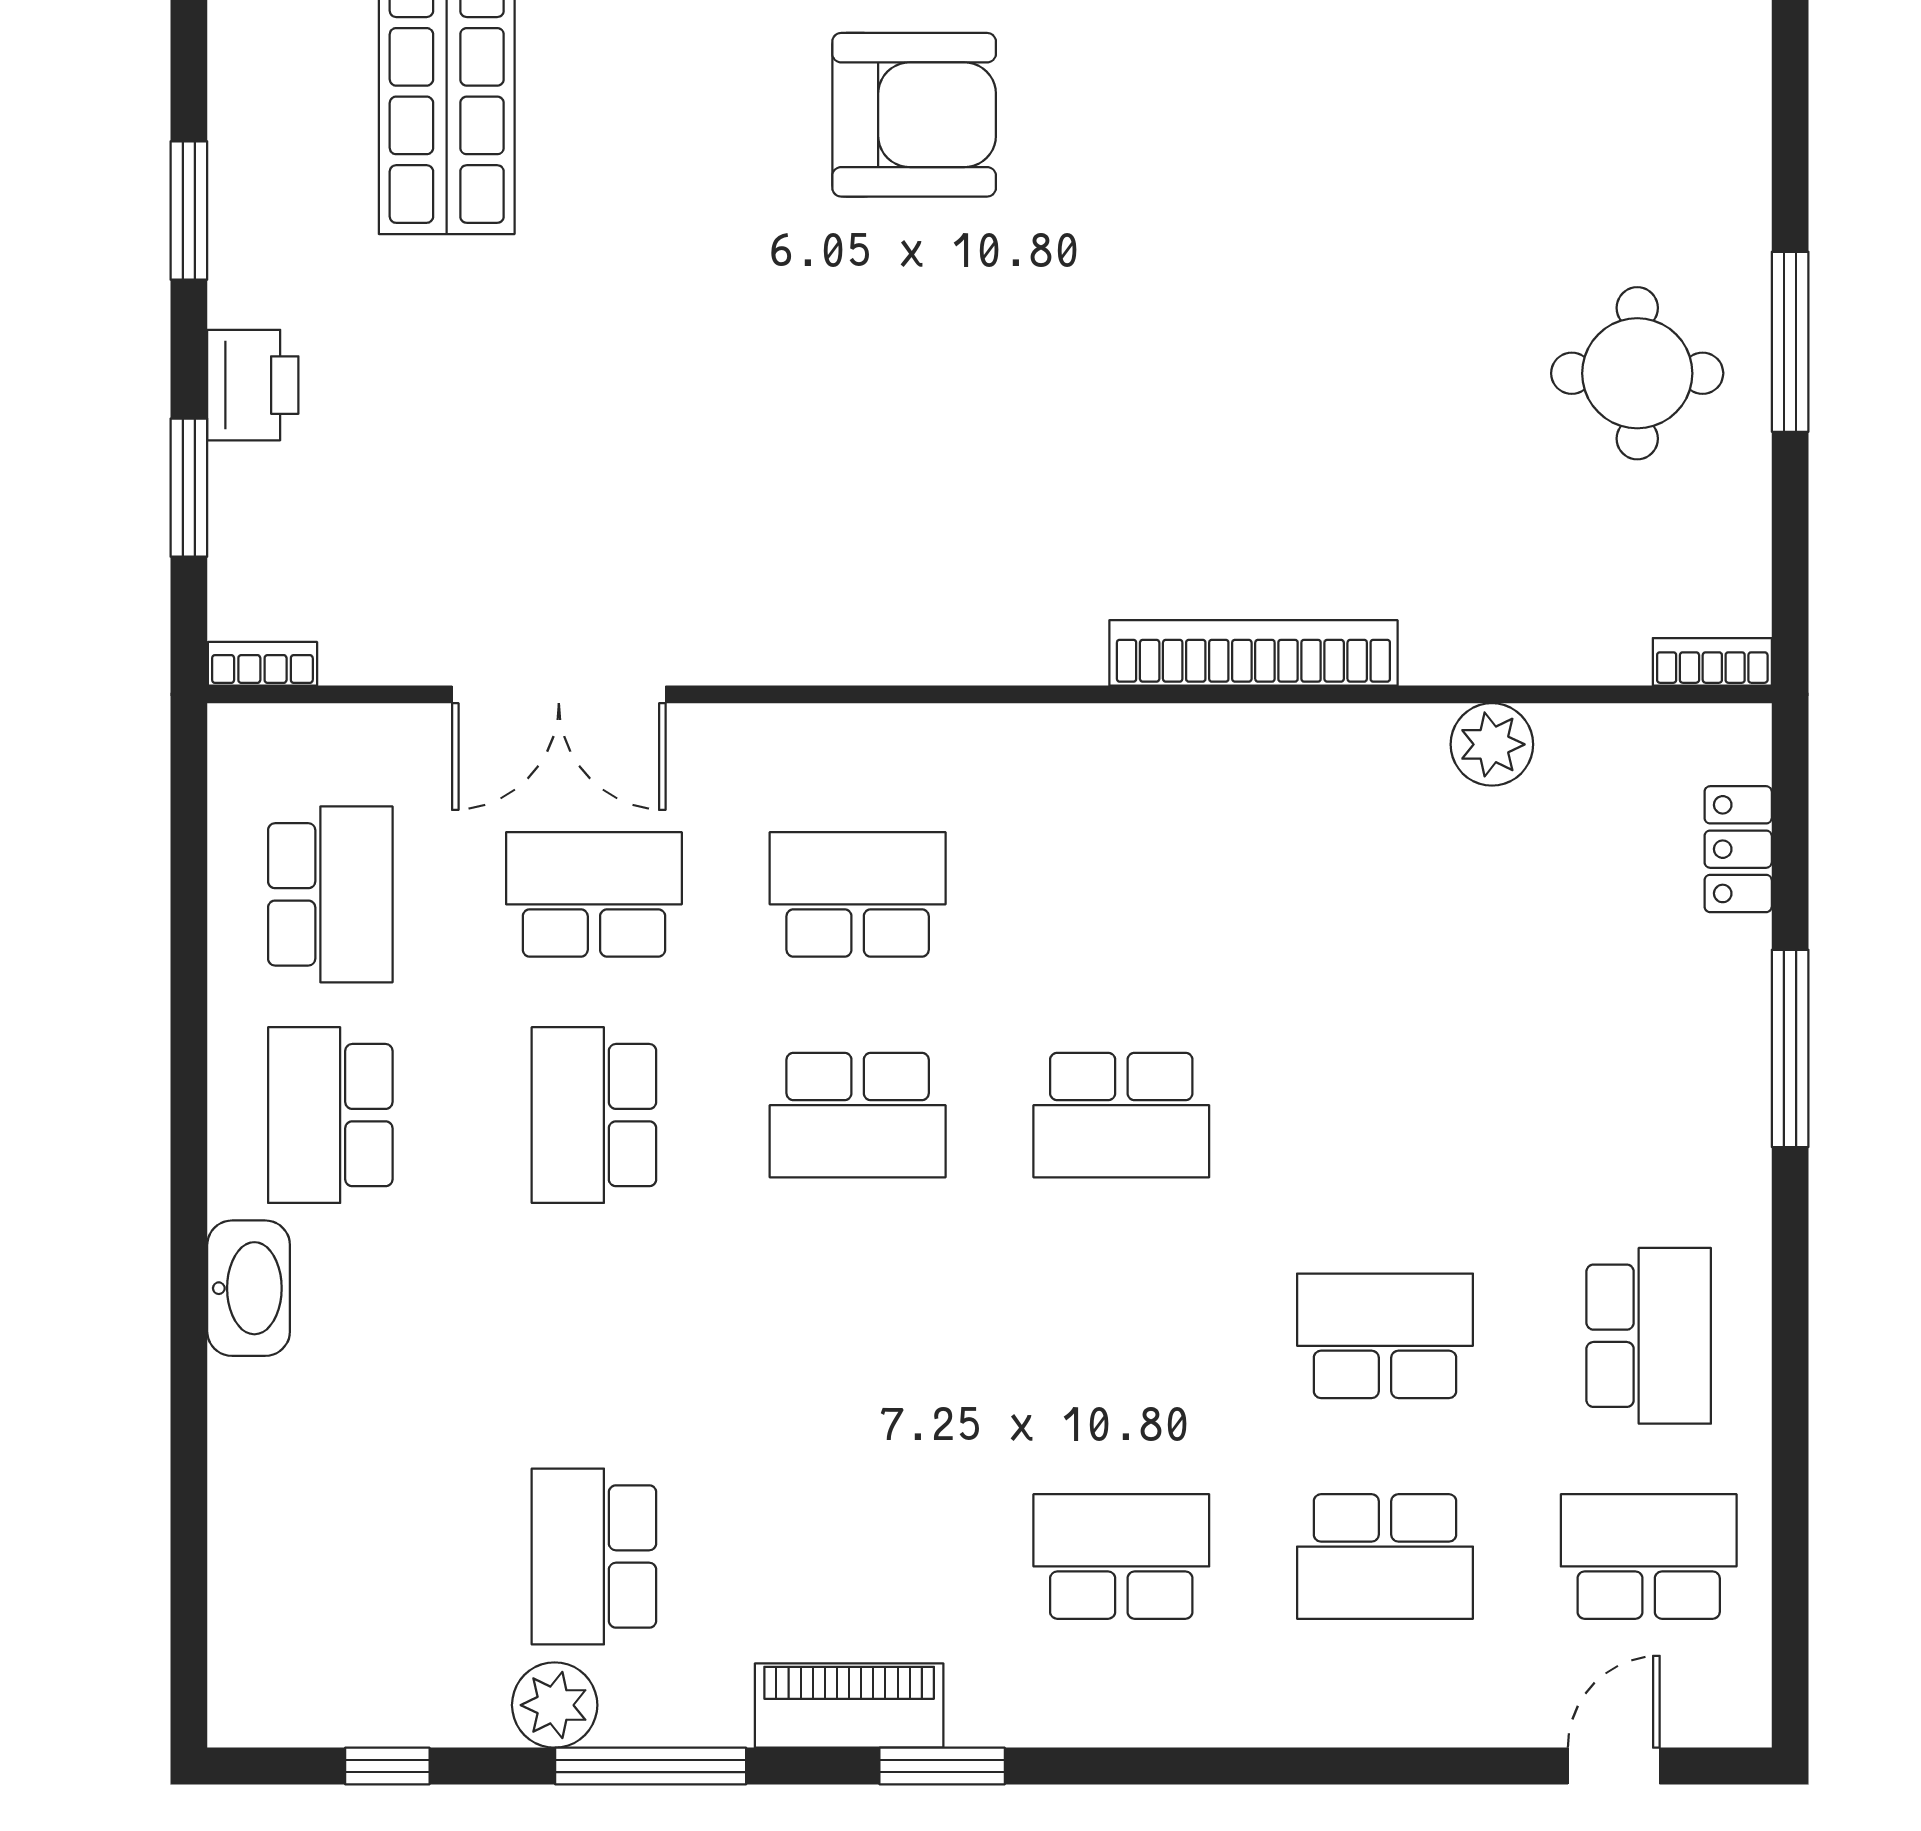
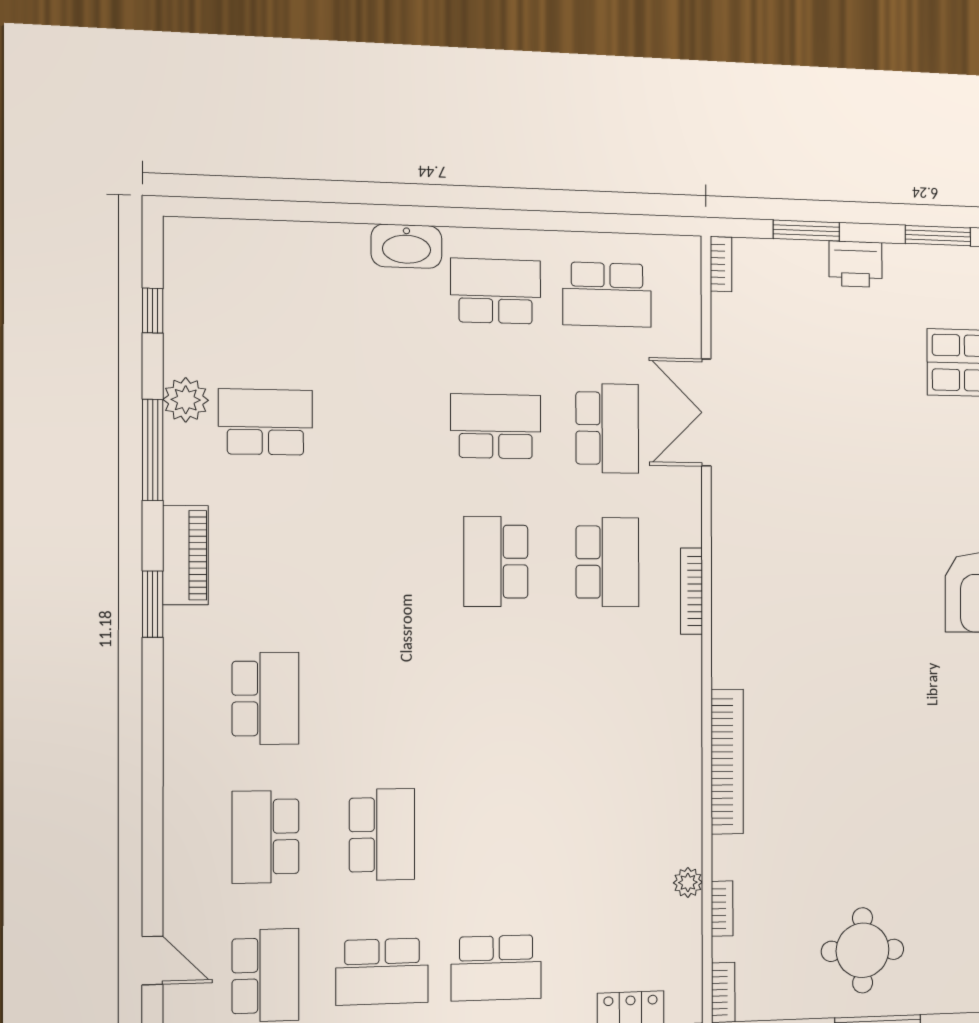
bookcase: (1545, 664) -> (722, 909), added
bookcase: (914, 725) -> (691, 591), added
plant: (1492, 744) -> (688, 882), width x0.73, depth x0.73
school desk: (1121, 1115) -> (496, 968), moved, turned -90

